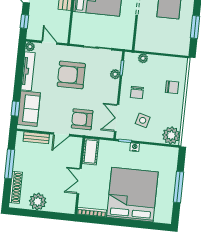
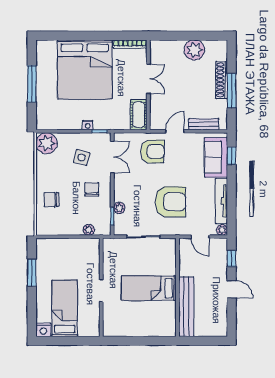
shoe rack: (16, 187) -> (222, 80), moved

